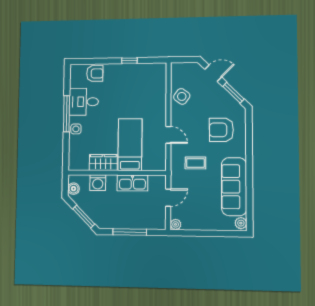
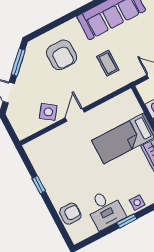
armchair: (95, 73) -> (70, 214), turned 90
window: (66, 114) -> (127, 221), width x0.46
door: (168, 135) -> (75, 115), moved

